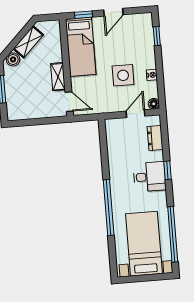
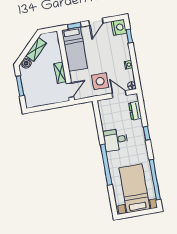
nightstand: (144, 23) -> (119, 27), added
side table: (123, 75) -> (100, 81), moved
door: (69, 102) -> (70, 90), hinge flipped
door: (136, 114) -> (119, 94), hinge flipped
desk: (150, 177) -> (115, 140), moved, turned 180

